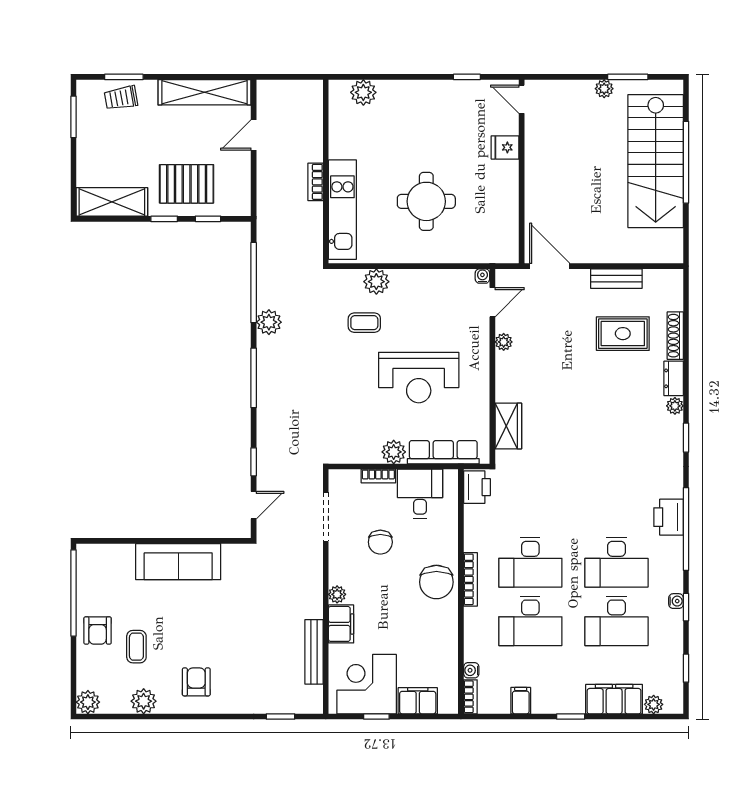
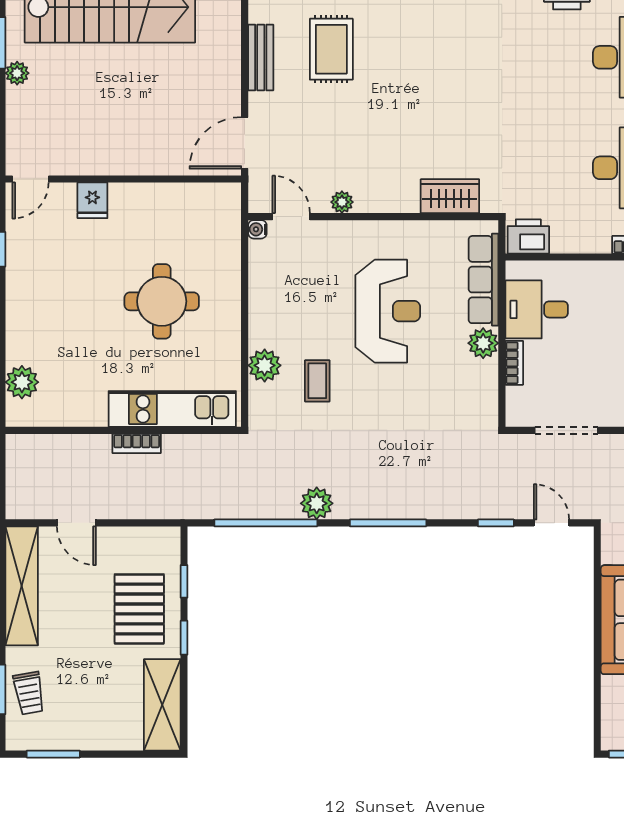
chair: (380, 542) -> (599, 360), removed

